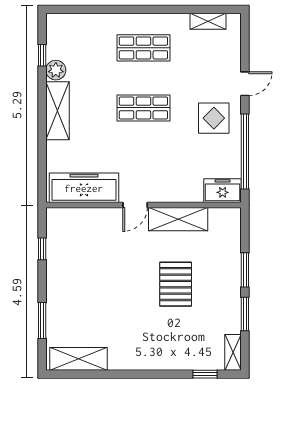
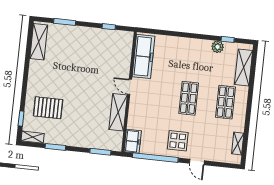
shelving: (58, 111) -> (244, 68), moved, turned 90
window: (245, 270) -> (100, 152), moved
pallet: (176, 284) -> (48, 108), moved

